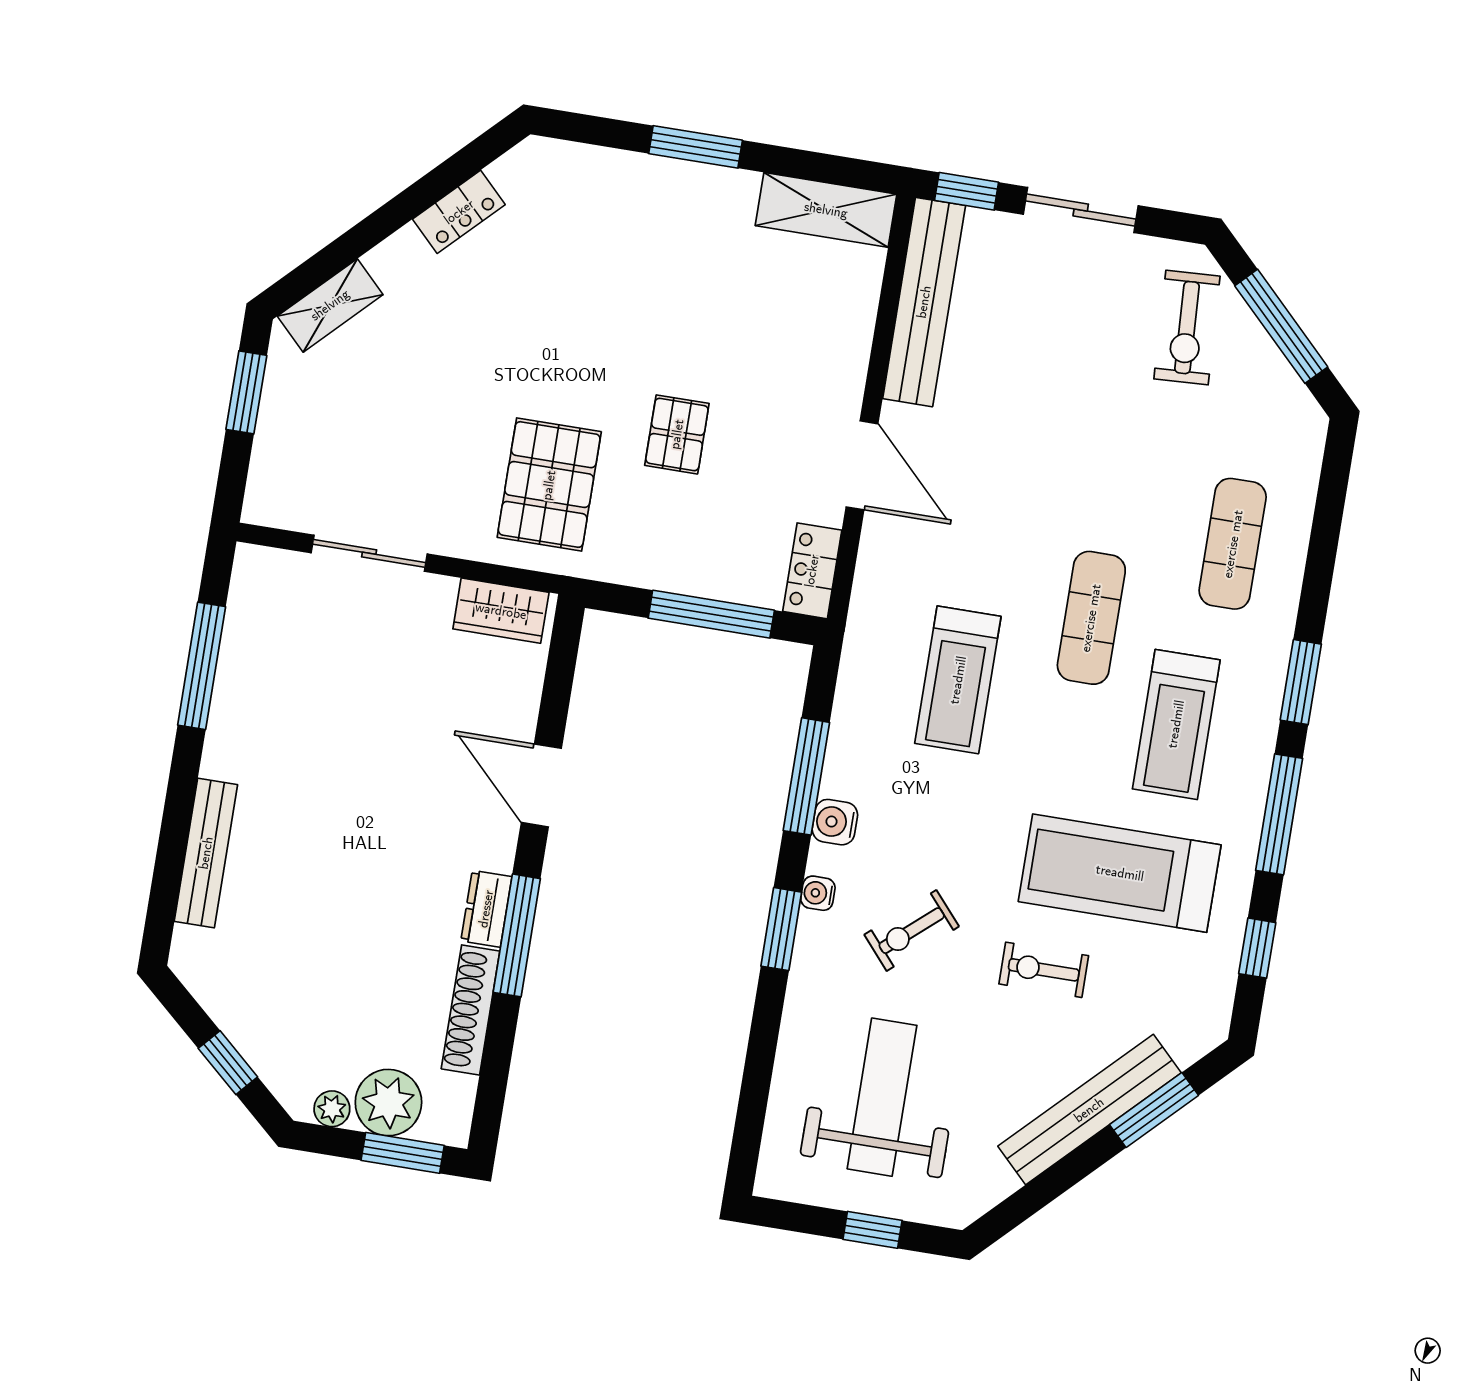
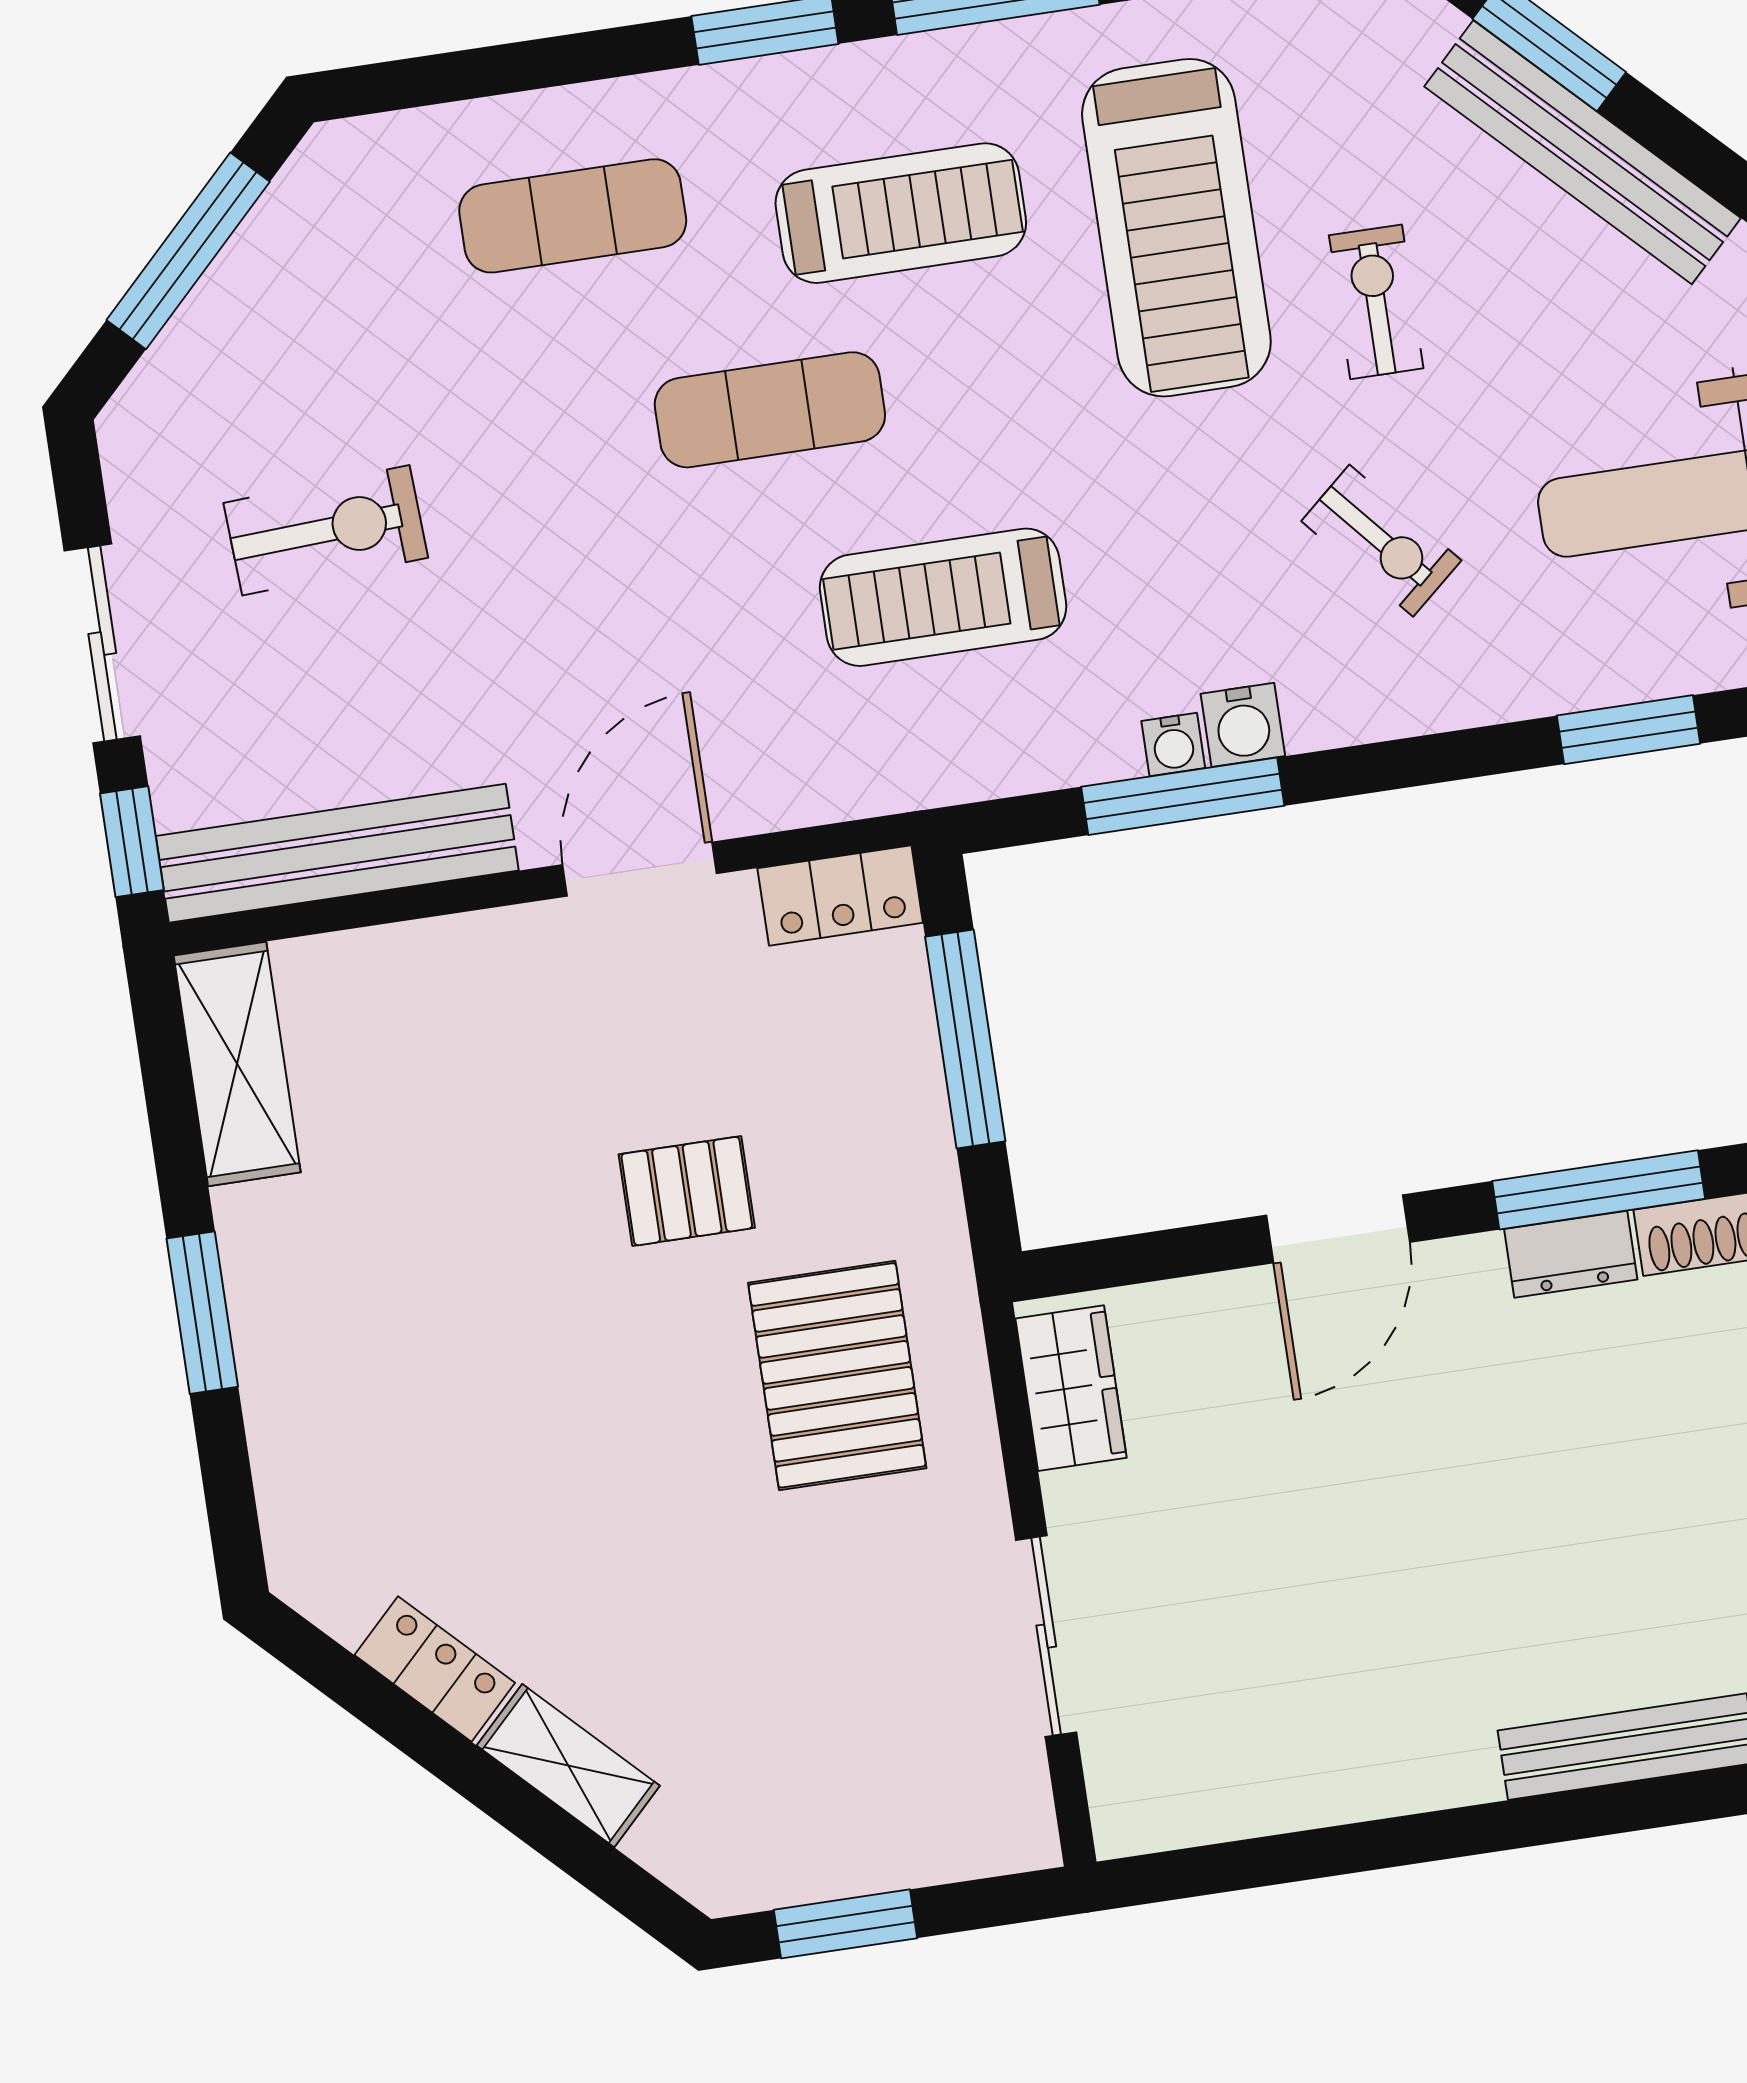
shelving: (330, 305) -> (568, 1766), moved
exercise bike: (1187, 328) -> (326, 530), moved
pallet: (549, 485) -> (837, 1375), turned 90
window: (202, 666) -> (1321, 1853), removed
treadmill: (958, 680) -> (943, 597), turned 180
water cooler: (818, 893) -> (1173, 744), moved
window: (781, 929) -> (1628, 730), moved
exercise bike: (1044, 970) -> (1376, 302), turned 180

